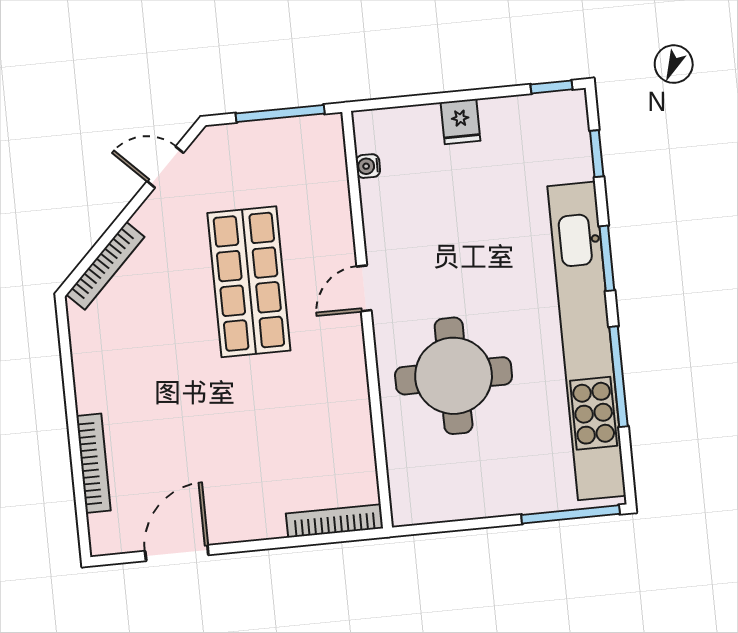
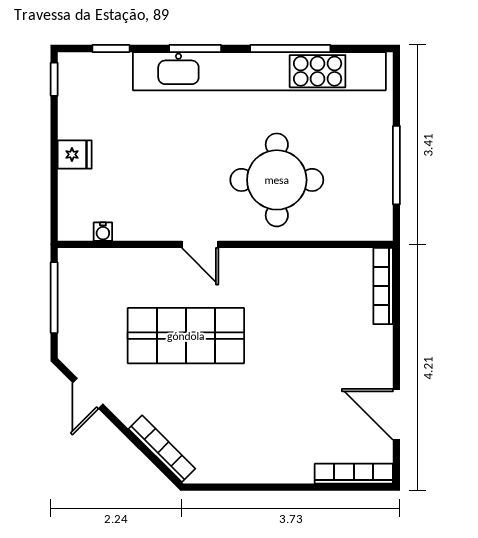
bookcase: (93, 463) -> (354, 474), moved
window: (571, 514) -> (396, 165), moved

